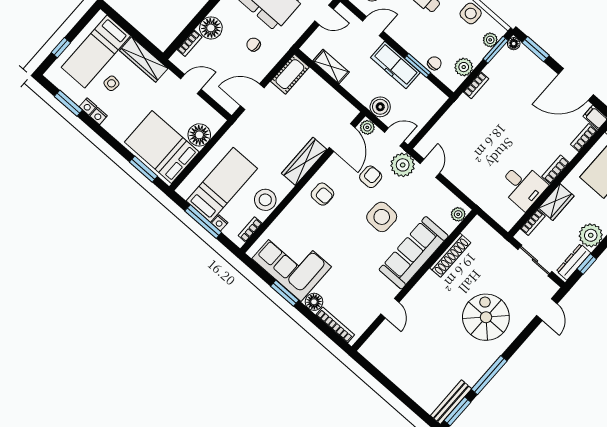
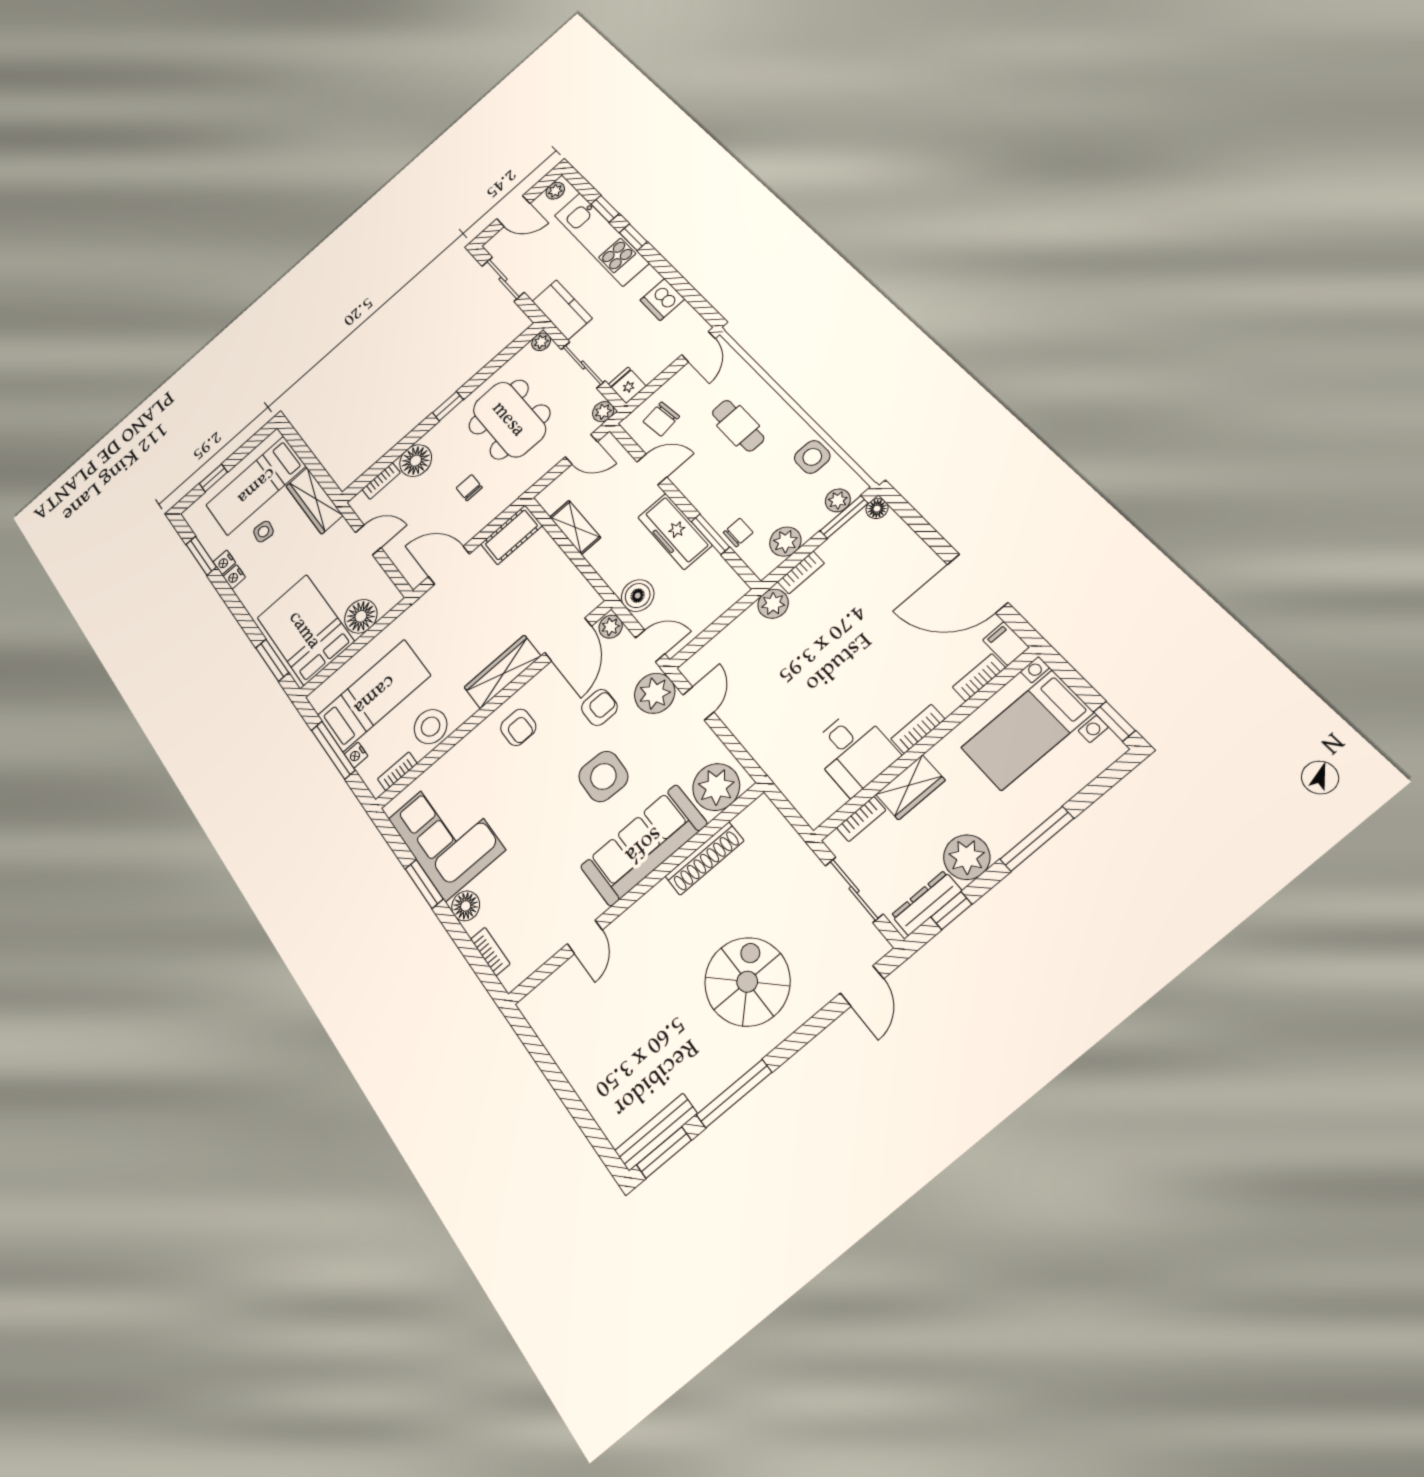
window: (536, 49) -> (914, 520), removed
plant: (463, 105) -> (773, 604), added
plant: (458, 214) -> (716, 787), width x1.88, depth x1.88
bookcase: (335, 325) -> (490, 952), width x0.64

